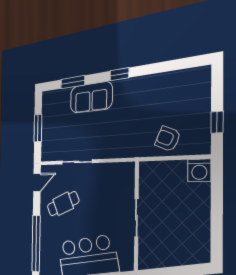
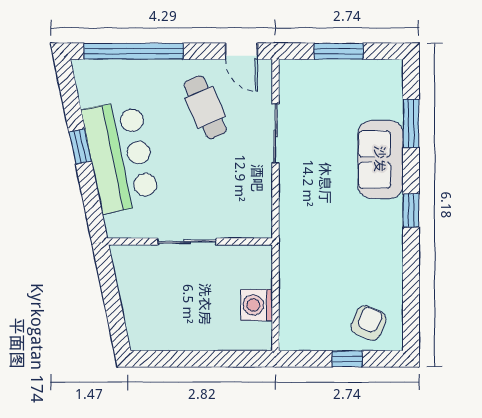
window: (217, 122) -> (347, 359), moved
armchair: (168, 139) -> (368, 323), moved
washing machine: (199, 170) -> (257, 305), moved

